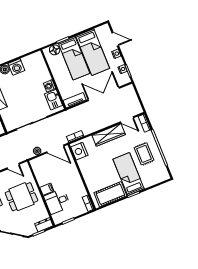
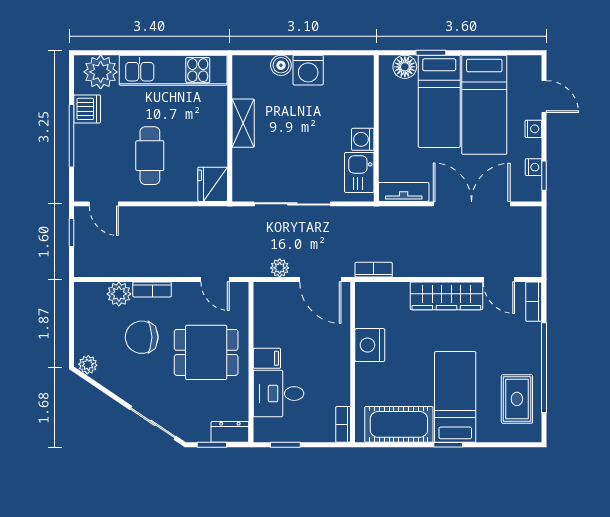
nightstand: (79, 151) -> (370, 345), moved
rug: (144, 154) -> (517, 399), moved

